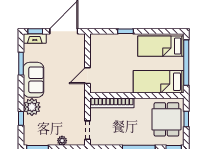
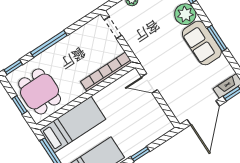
window: (21, 64) -> (217, 38), moved
door: (87, 76) -> (149, 83), swing flipped

